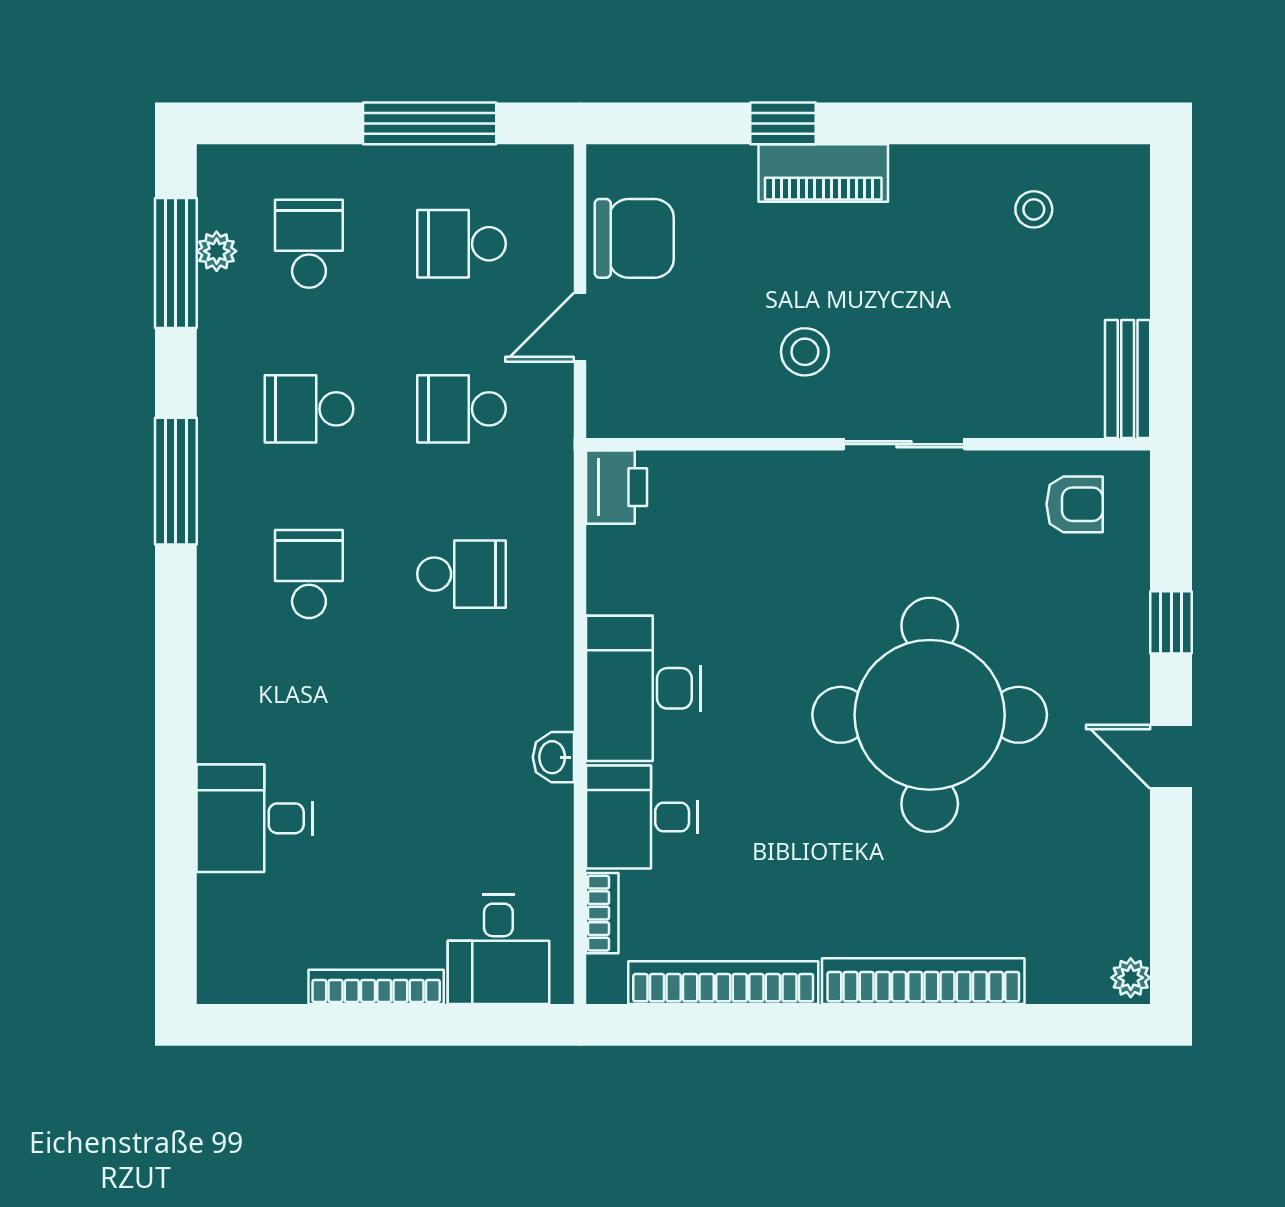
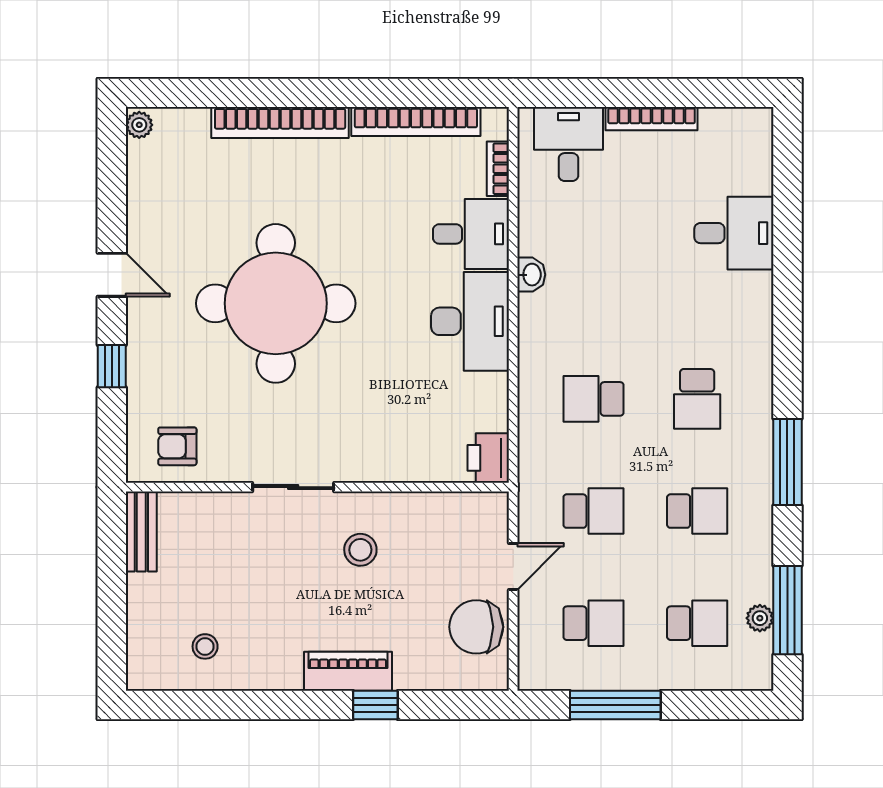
school desk: (309, 244) -> (697, 623), turned -90

